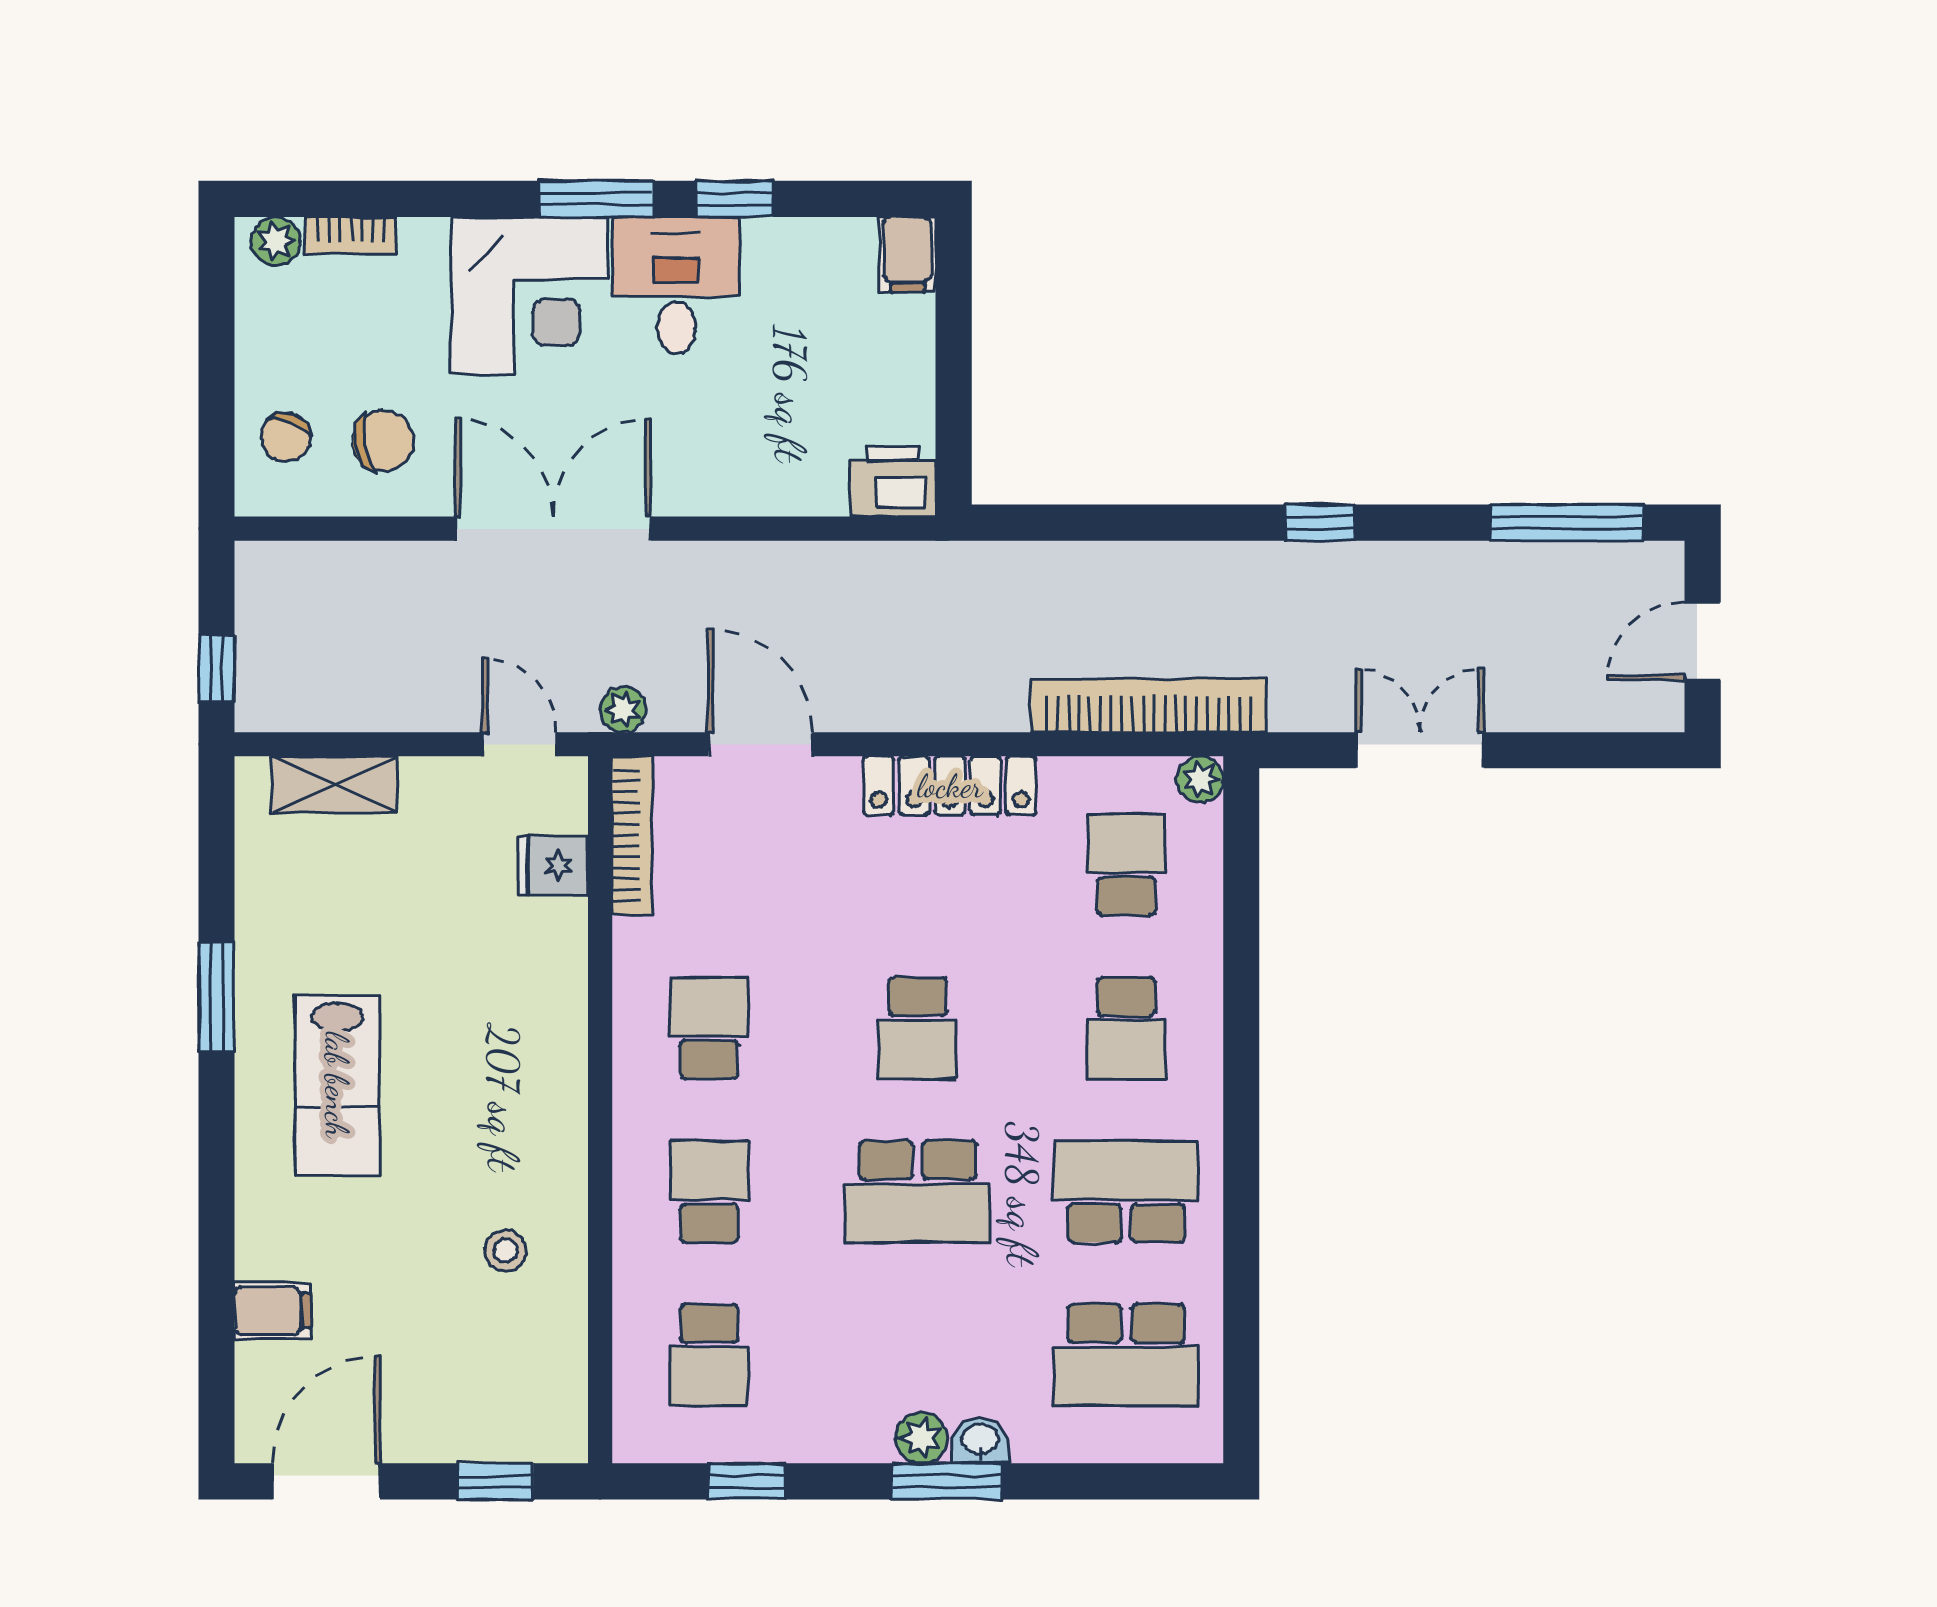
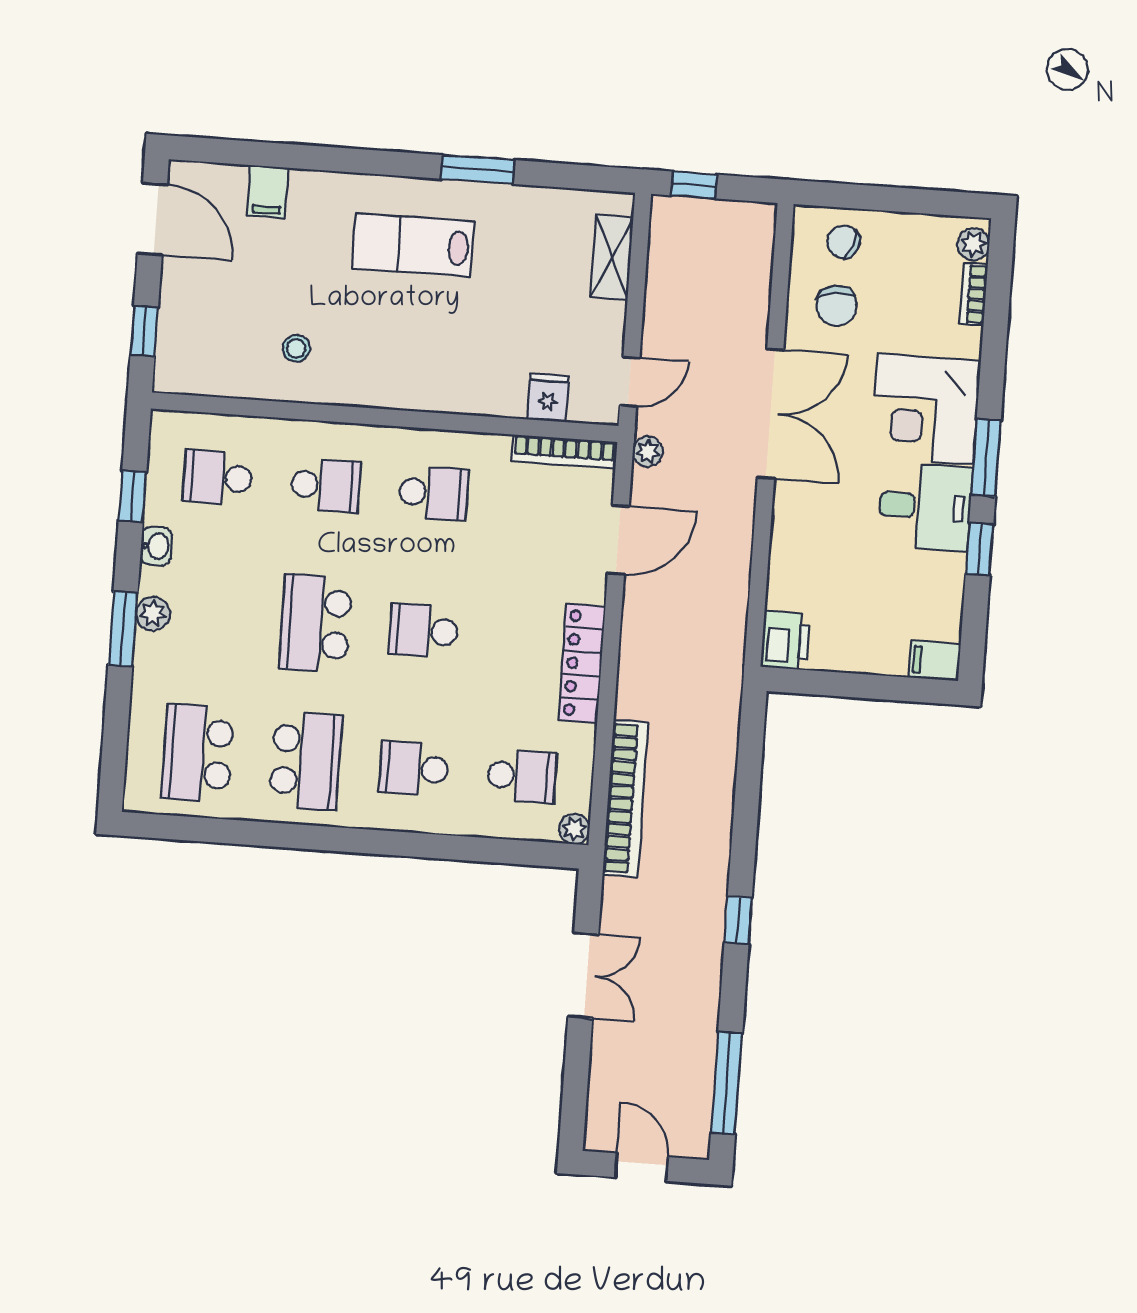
washbasin: (980, 1440) -> (156, 546), moved

